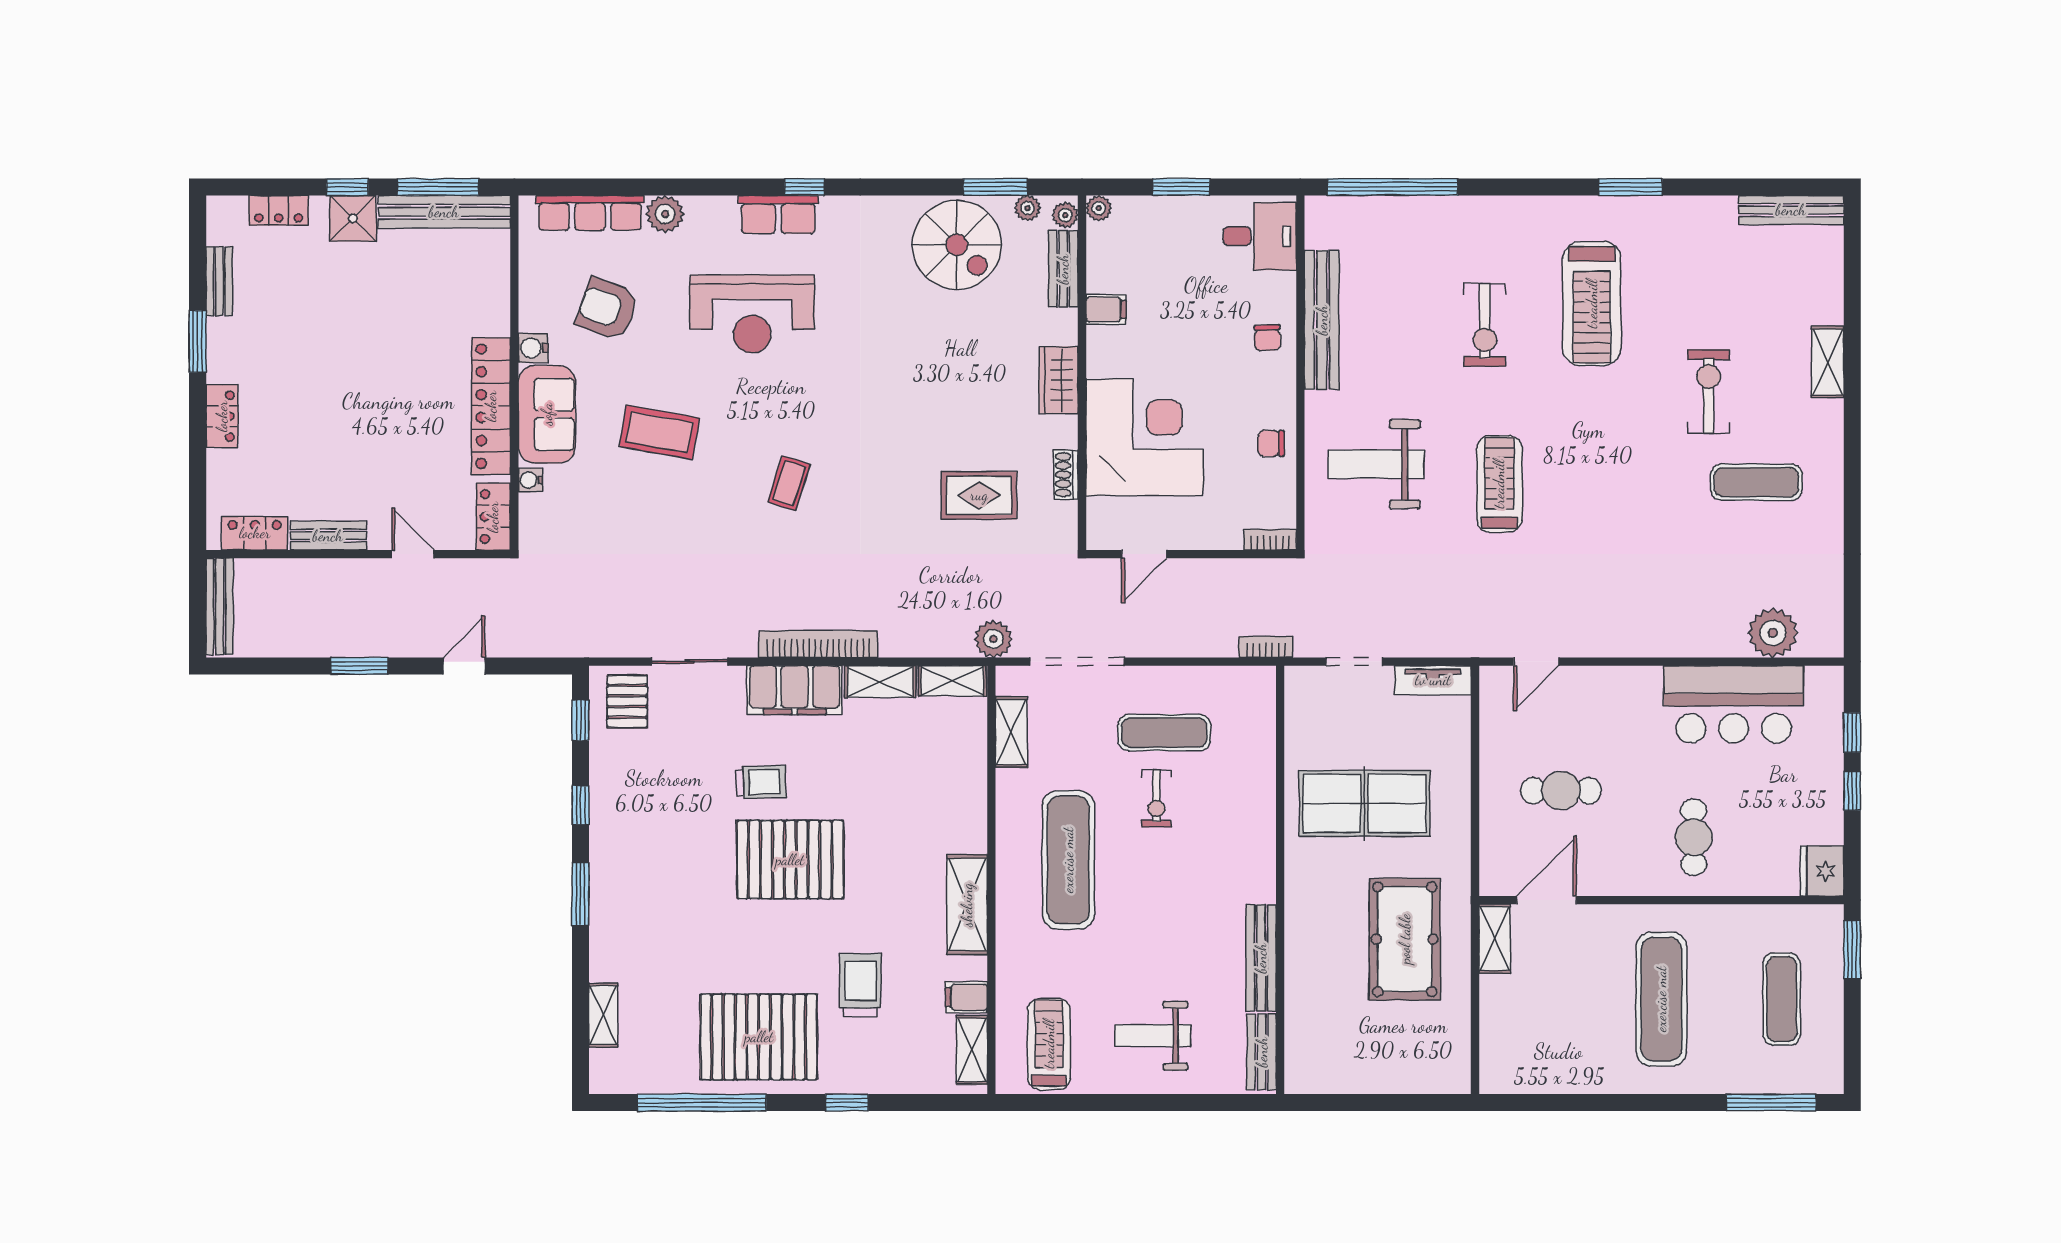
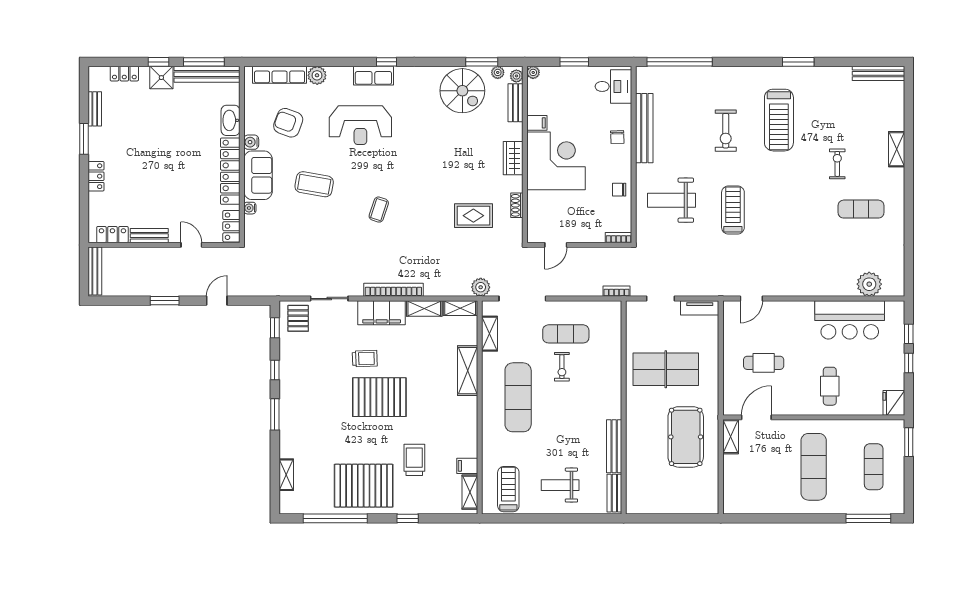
washbasin: (492, 304) -> (231, 120), added
exercise bike: (1709, 392) -> (837, 164), width x0.73, depth x0.72
corner desk: (1144, 437) -> (556, 161), moved
shelving: (967, 905) -> (468, 371), moved

